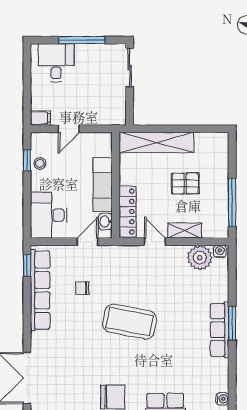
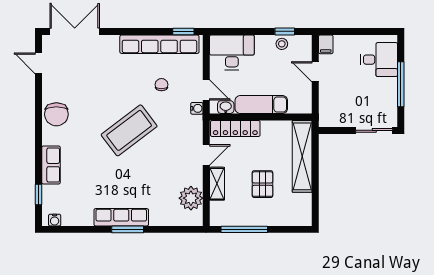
water cooler: (220, 251) -> (197, 108), moved
coffee table: (130, 322) -> (129, 130), turned 42

